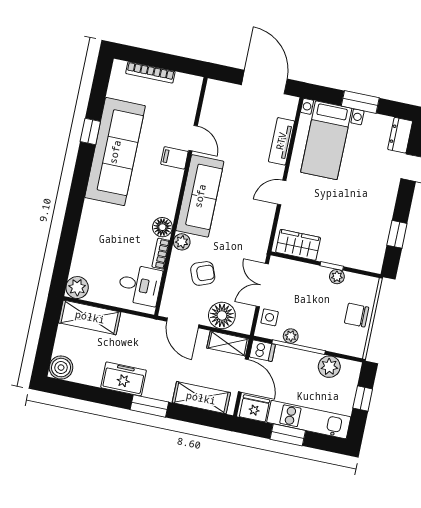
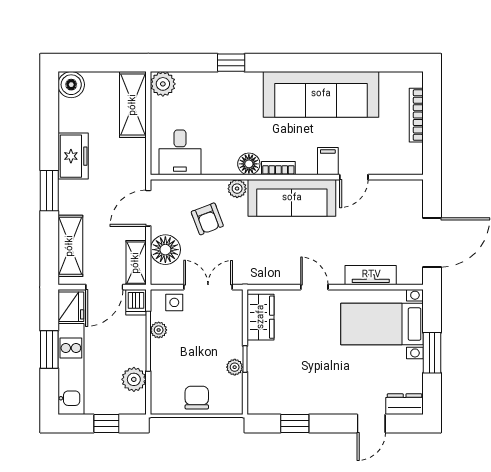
window: (90, 132) -> (231, 63), moved
bookcase: (161, 254) -> (278, 168), moved

